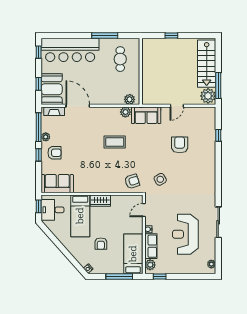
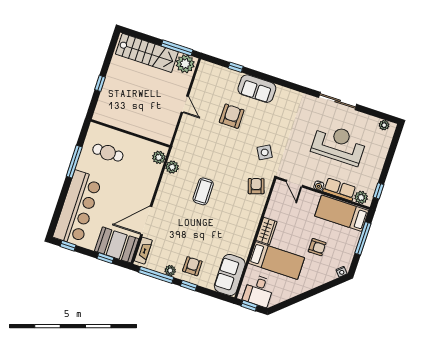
sofa: (146, 115) -> (257, 89), moved, turned 90
armchair: (180, 145) -> (232, 116), turned 90
reception desk: (185, 234) -> (339, 144), turned 180

